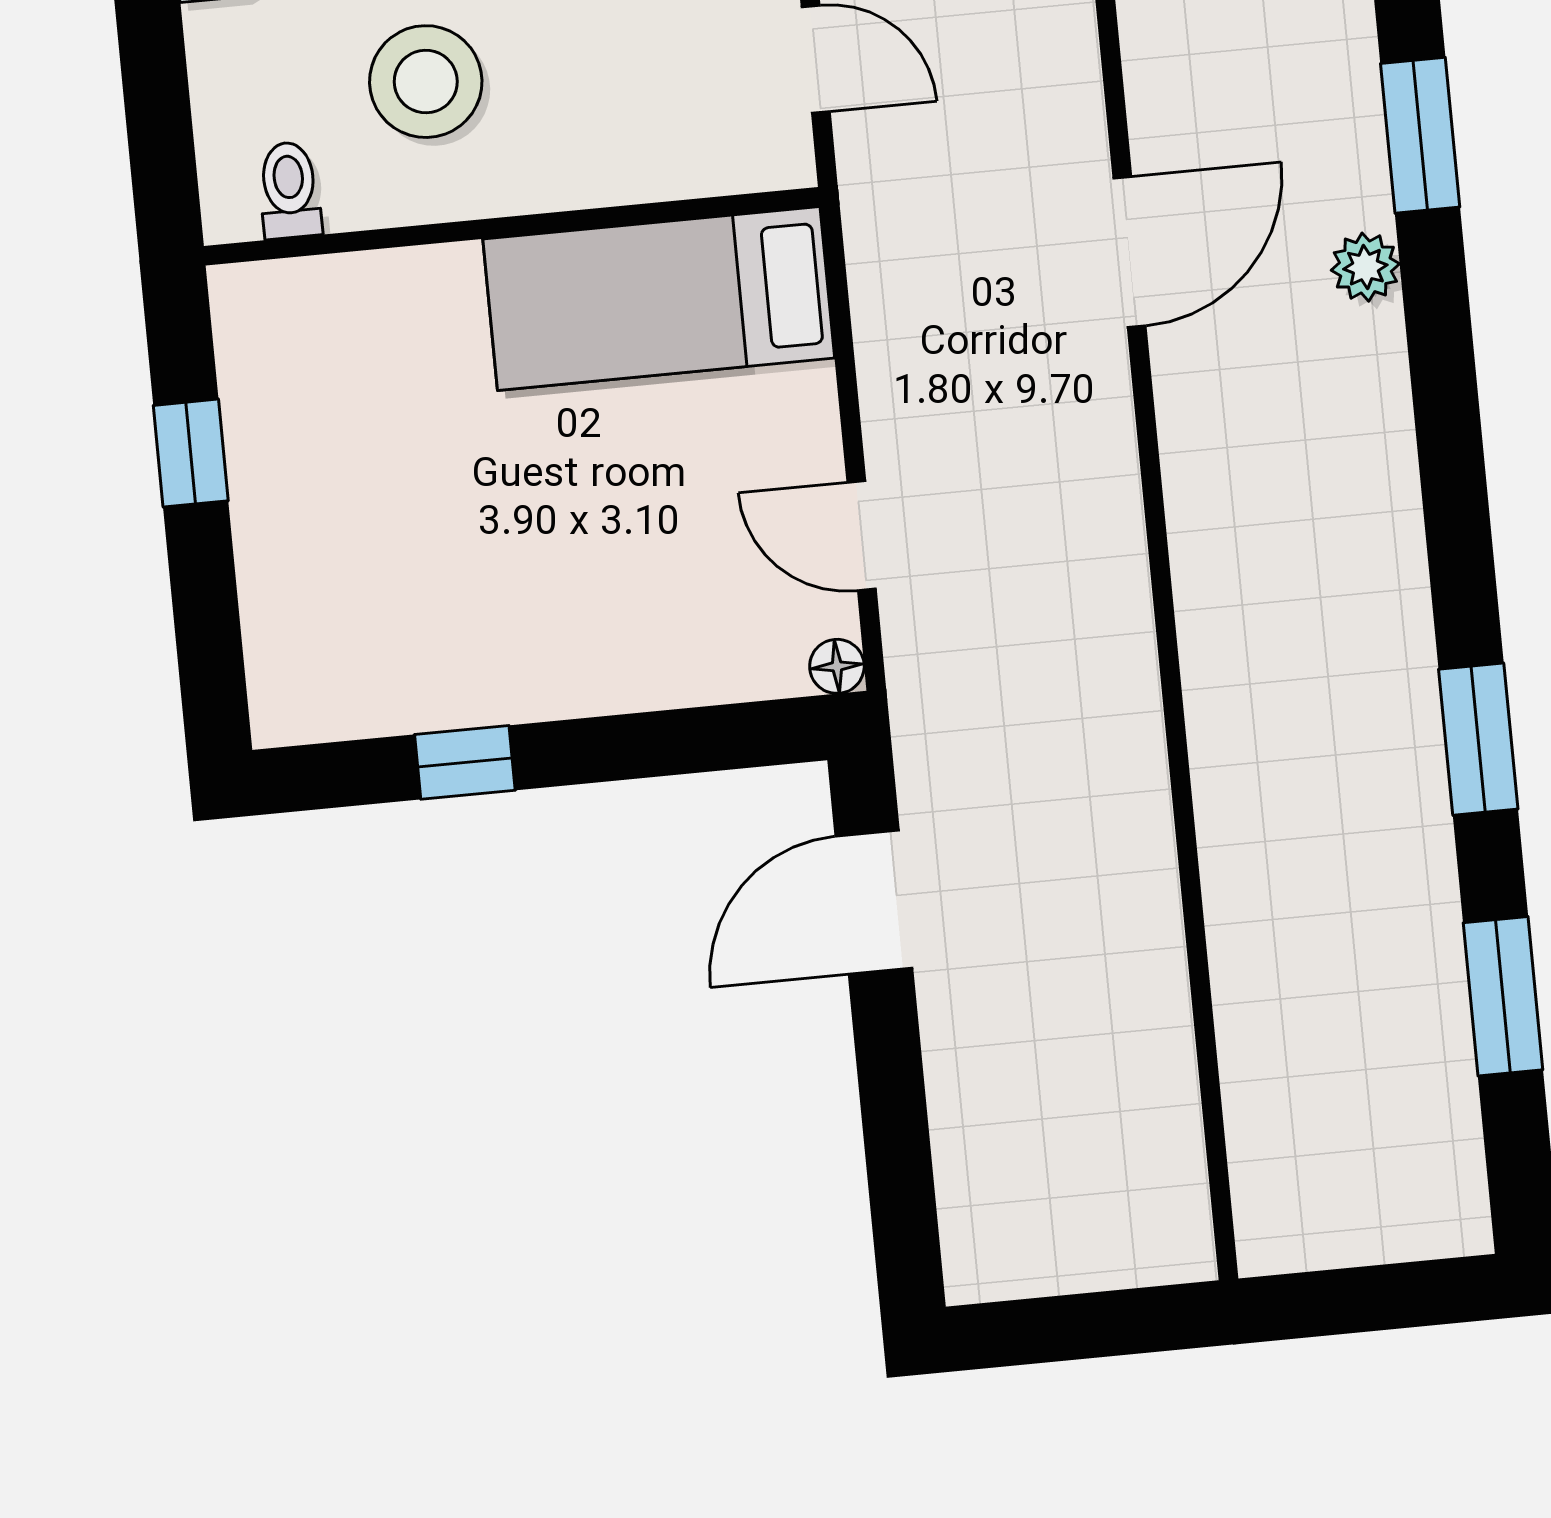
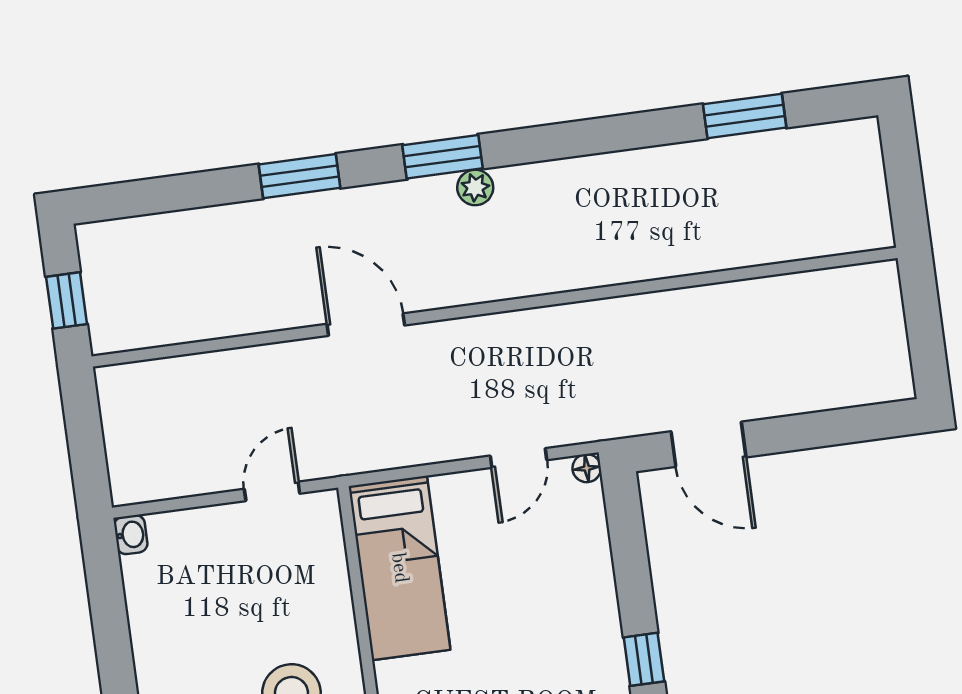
plant: (1365, 267) -> (475, 188), moved
window: (1478, 739) -> (442, 157), moved

